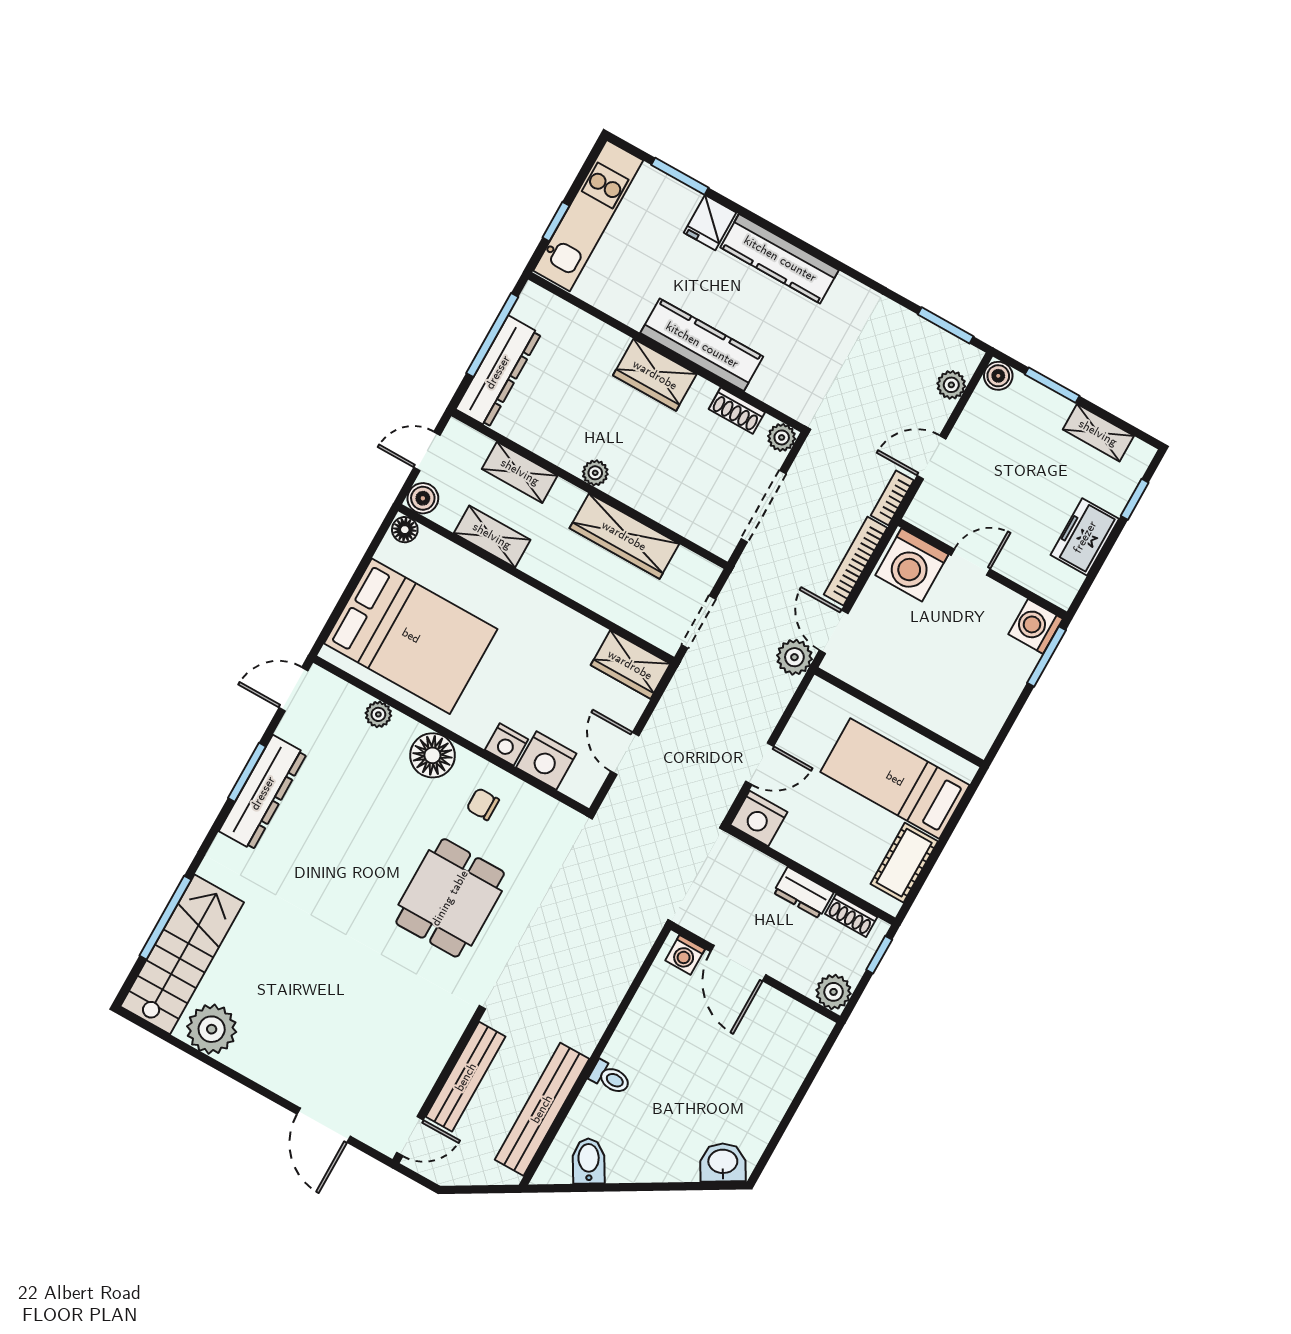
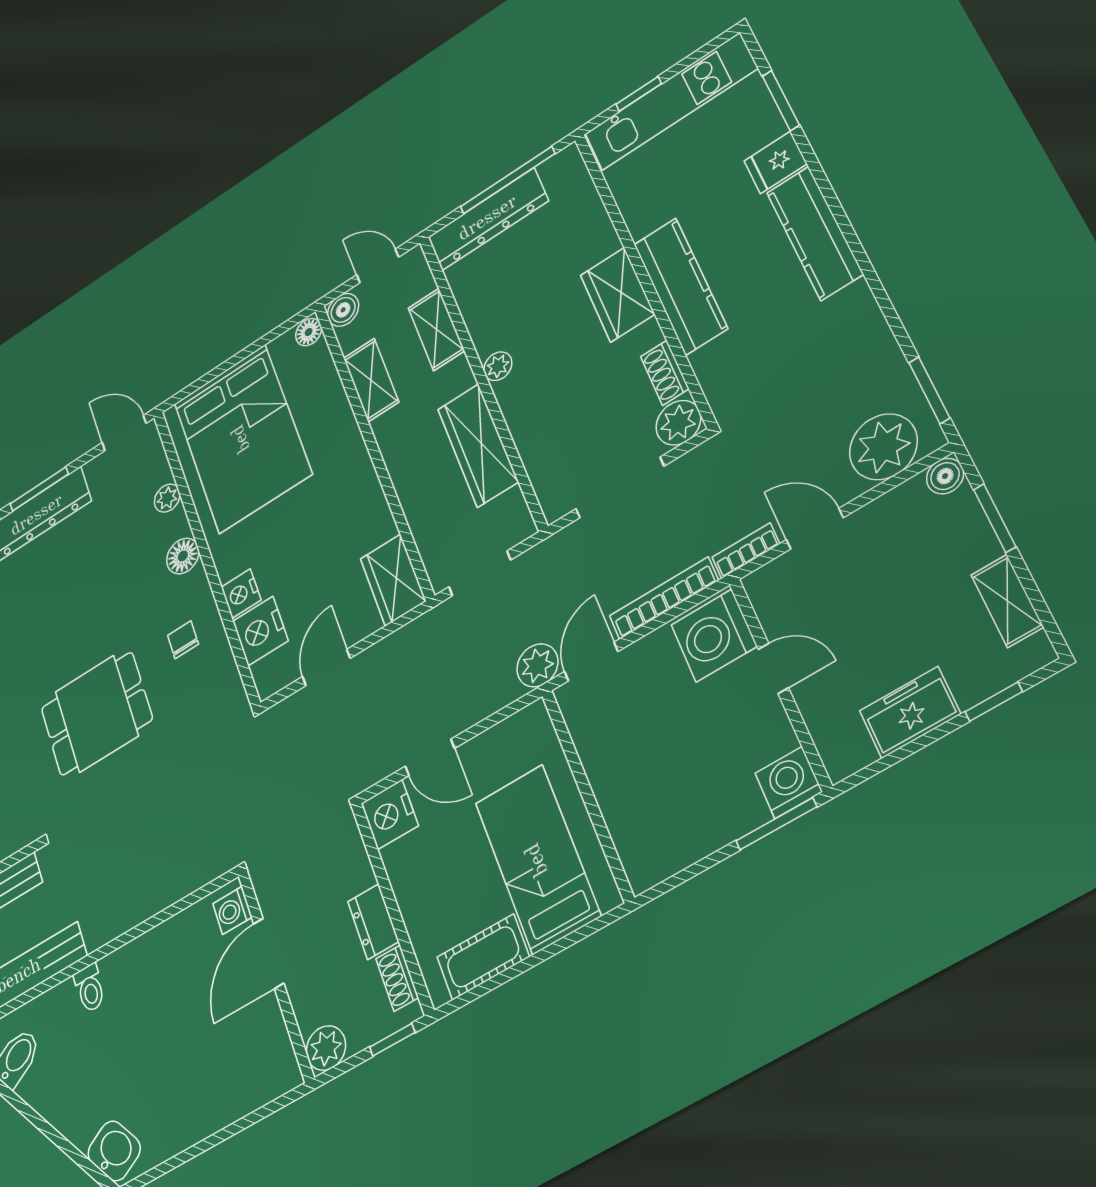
plant: (951, 385) -> (883, 447), width x1.87, depth x1.87
plant: (782, 437) -> (678, 423), width x1.38, depth x1.38
floor lamp: (432, 755) -> (183, 556), width x0.73, depth x0.73

